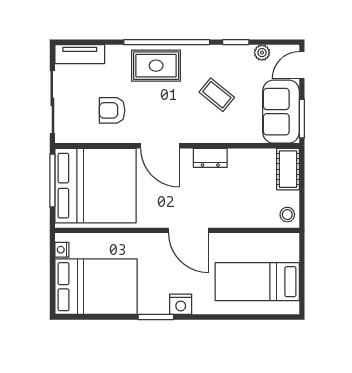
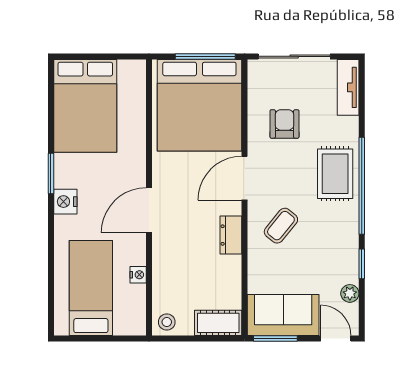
coffee table: (217, 95) -> (281, 226), moved
nightstand: (62, 250) -> (138, 275), moved, turned 90

